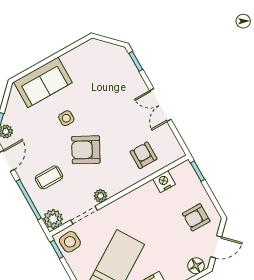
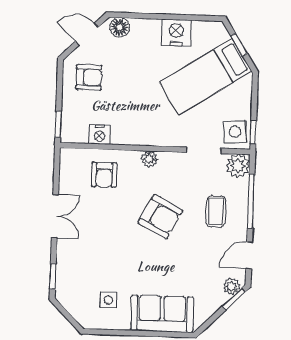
side table: (66, 118) -> (108, 300), moved
coffee table: (49, 177) -> (216, 211), turned 90
plant: (100, 196) -> (149, 159), moved

